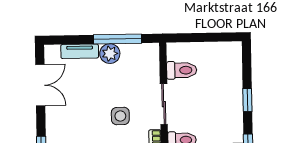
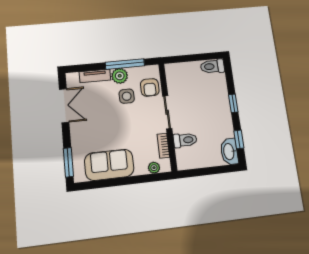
toilet: (182, 70) -> (212, 66), moved, turned 180
armchair: (145, 71) -> (150, 87), added
side table: (120, 116) -> (127, 96), moved

